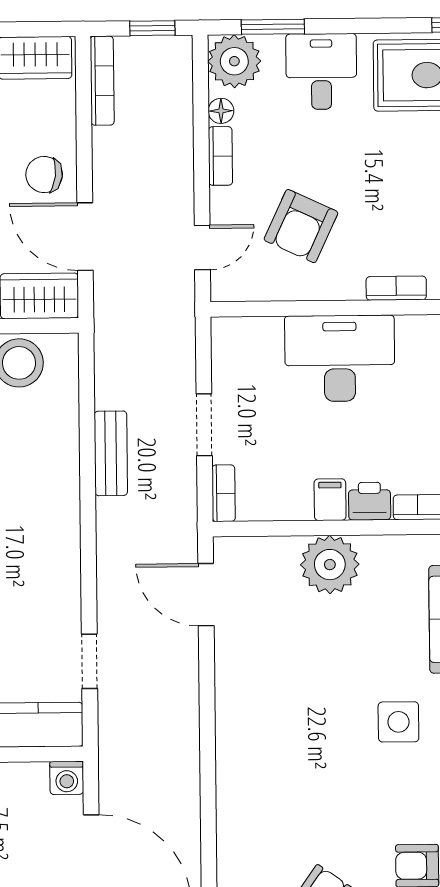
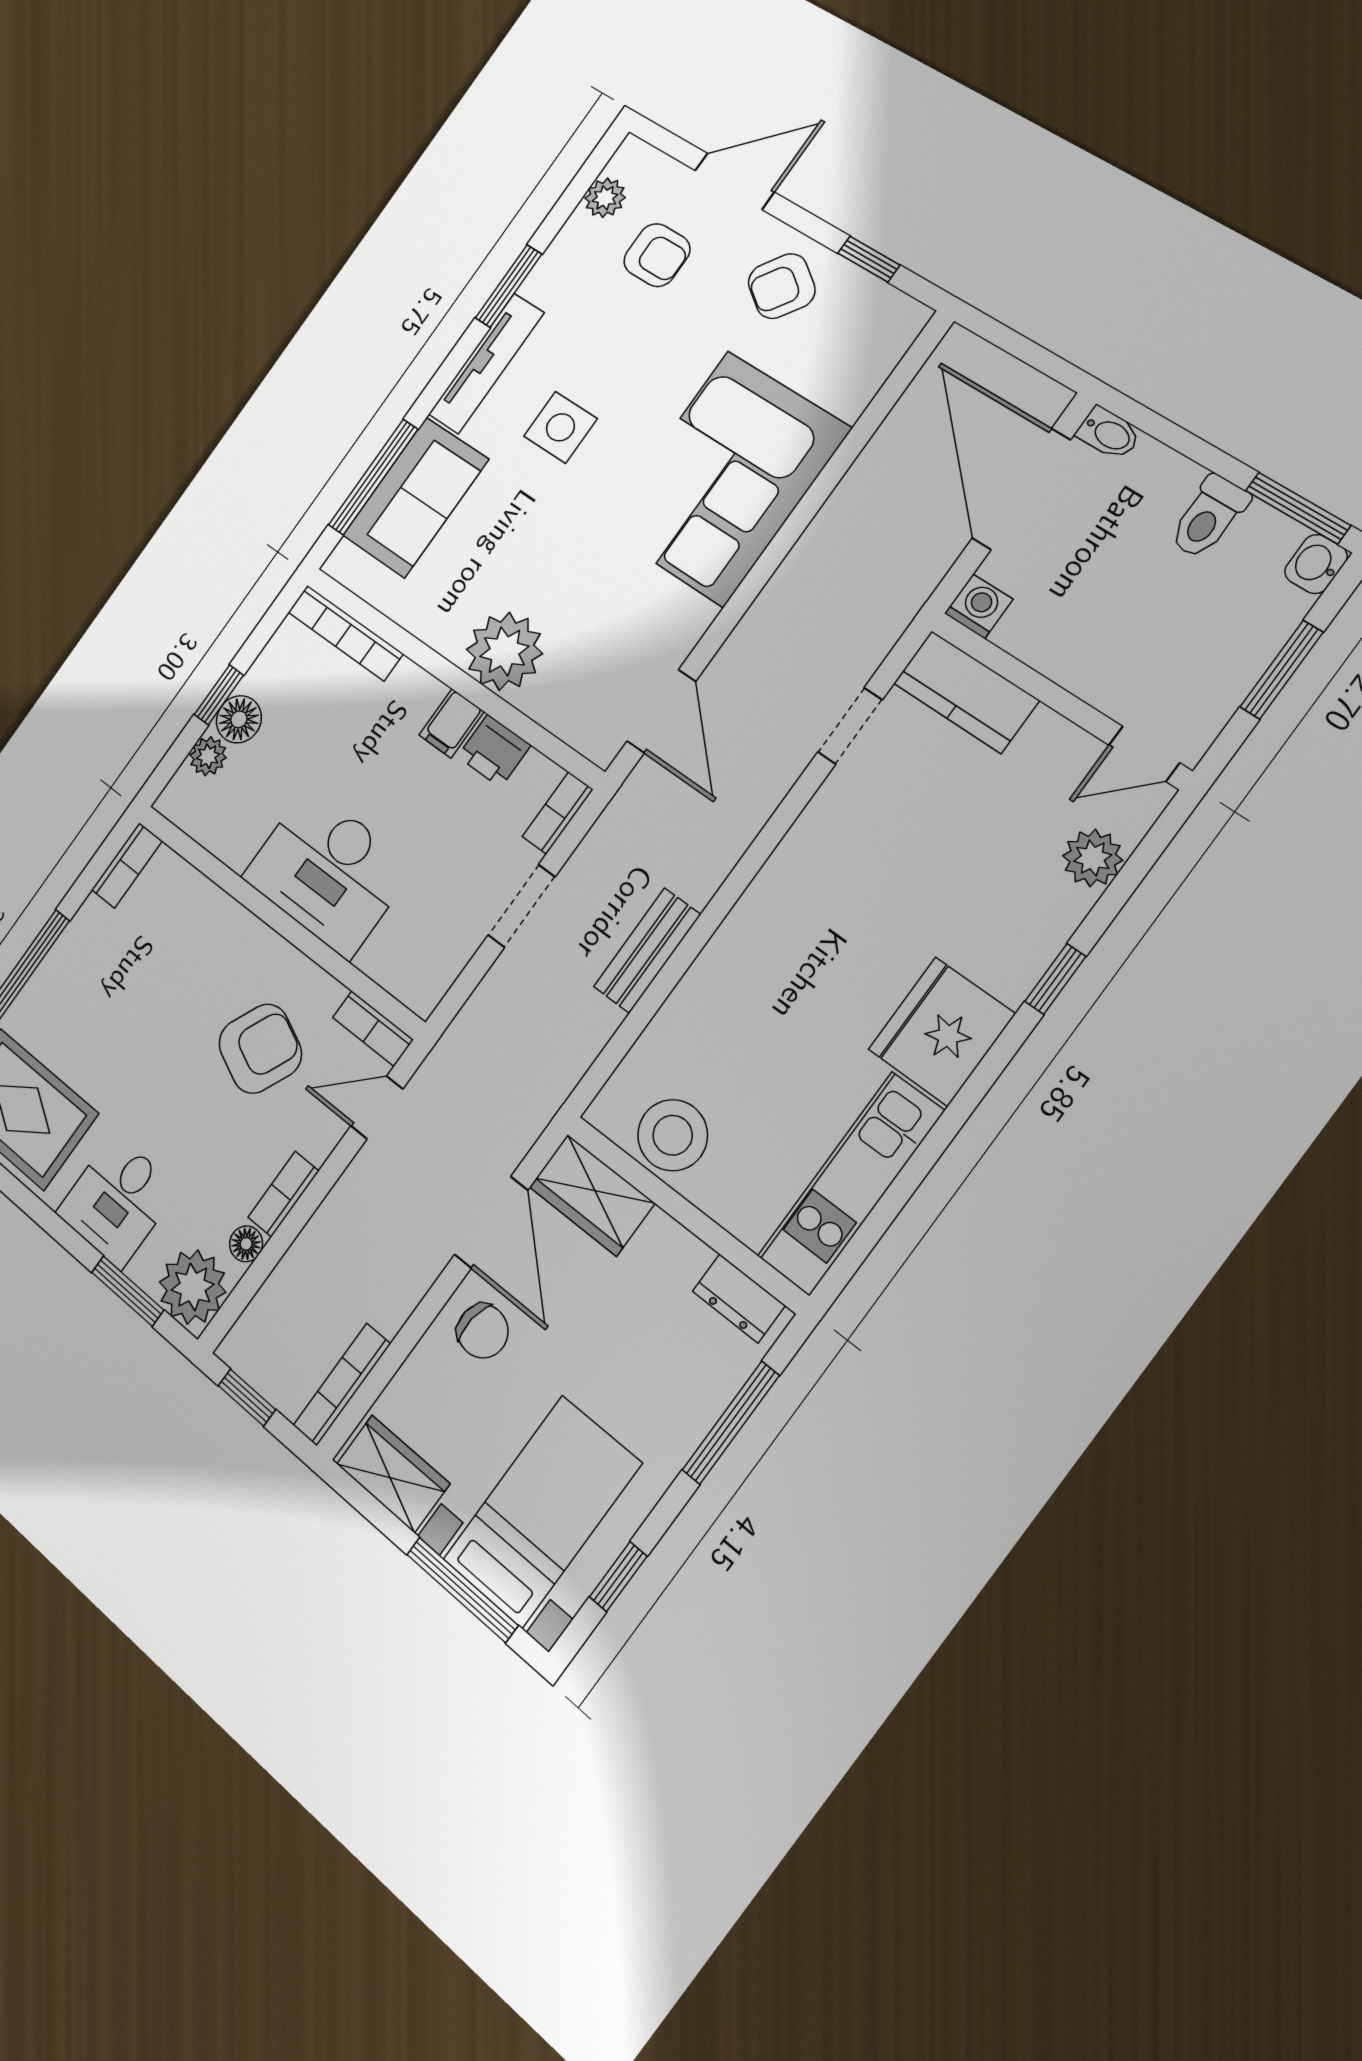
bookcase: (396, 288) -> (373, 1028), moved
printer: (369, 501) -> (494, 751), moved
corner sofa: (271, 757) -> (726, 478), added

